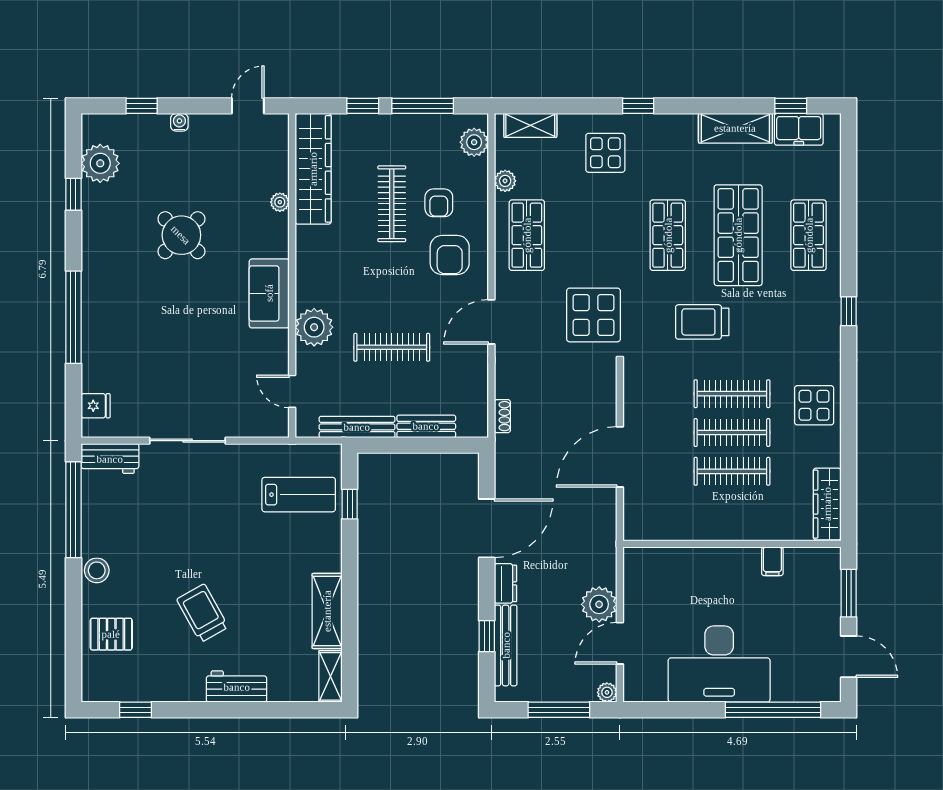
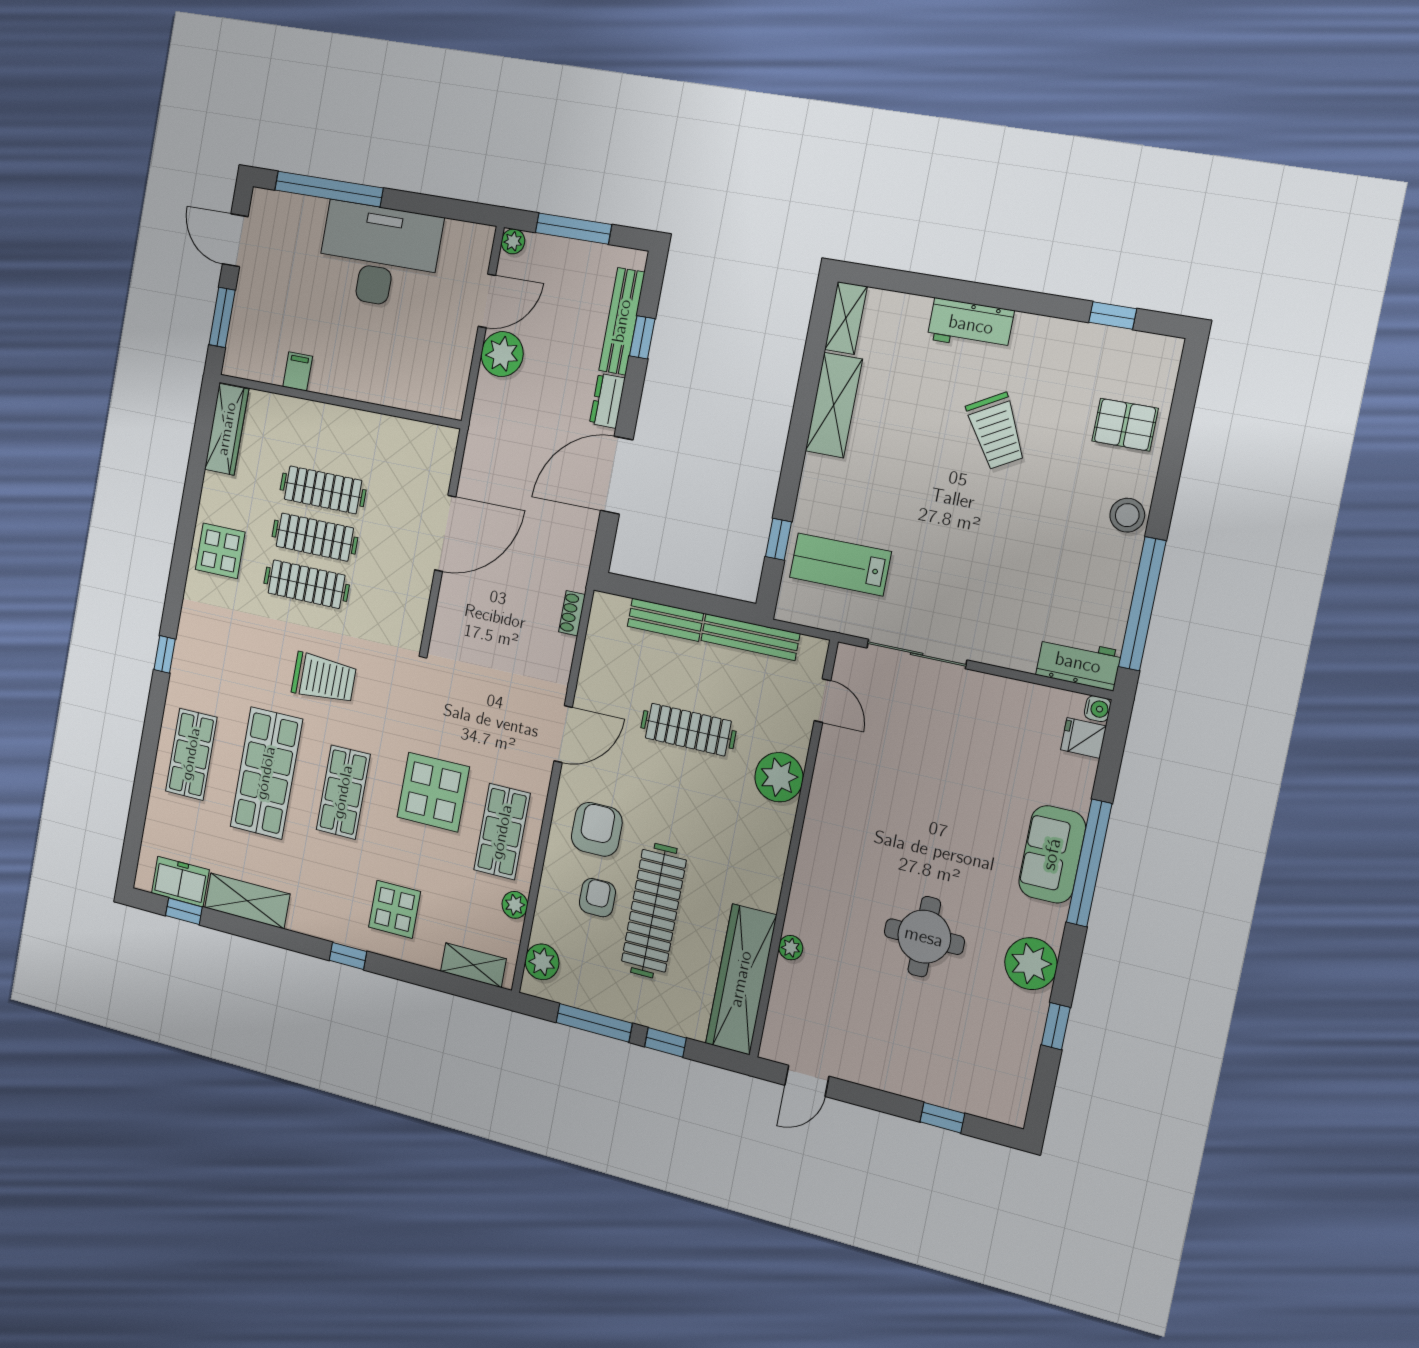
water cooler: (179, 122) -> (1098, 709), moved, turned -90
plant: (100, 163) -> (1031, 964), moved
clothes rail: (392, 204) -> (654, 911), width x1.37, depth x1.31
round table: (181, 235) -> (924, 937), turned 45
sofa: (269, 293) -> (1052, 854), moved, turned 180
display table: (593, 315) -> (433, 792), moved
sliding door: (188, 441) -> (917, 654), moved

